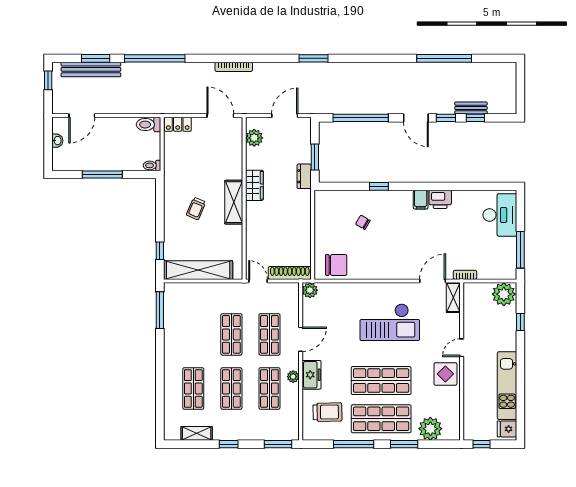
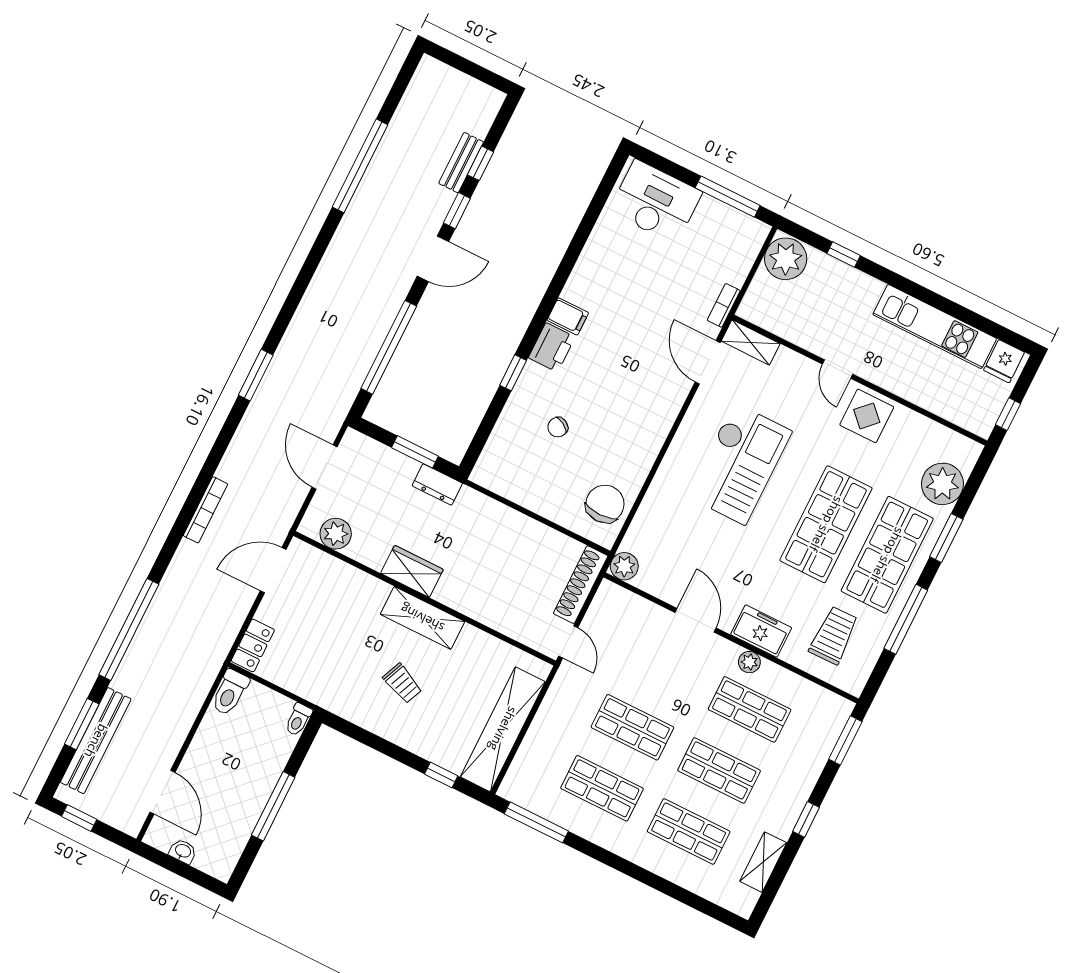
printer: (440, 199) -> (552, 347), moved
door: (258, 281) -> (568, 642), swing flipped
shop shelf: (269, 334) -> (602, 788), moved

